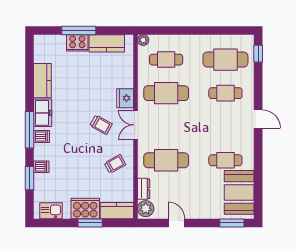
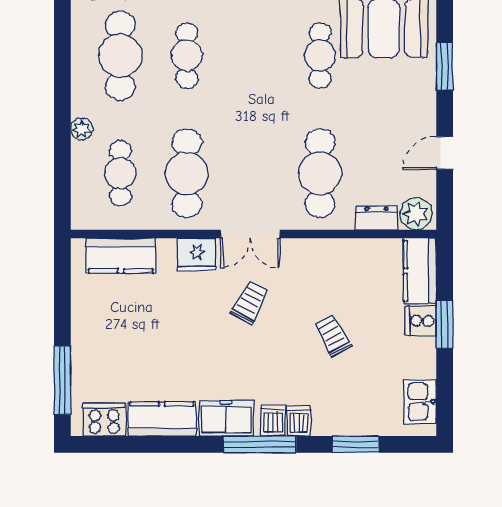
window: (79, 30) -> (62, 380), moved
plant: (143, 40) -> (82, 129), moved
cooker: (77, 43) -> (104, 420), moved, turned -90
kitchen counter: (107, 43) -> (121, 256), moved, turned 90
trolley: (115, 164) -> (333, 336), moved
dishwasher: (41, 167) -> (299, 421), moved
cooker: (85, 208) -> (421, 321), width x0.53, depth x0.76
window: (232, 223) -> (445, 66), moved

